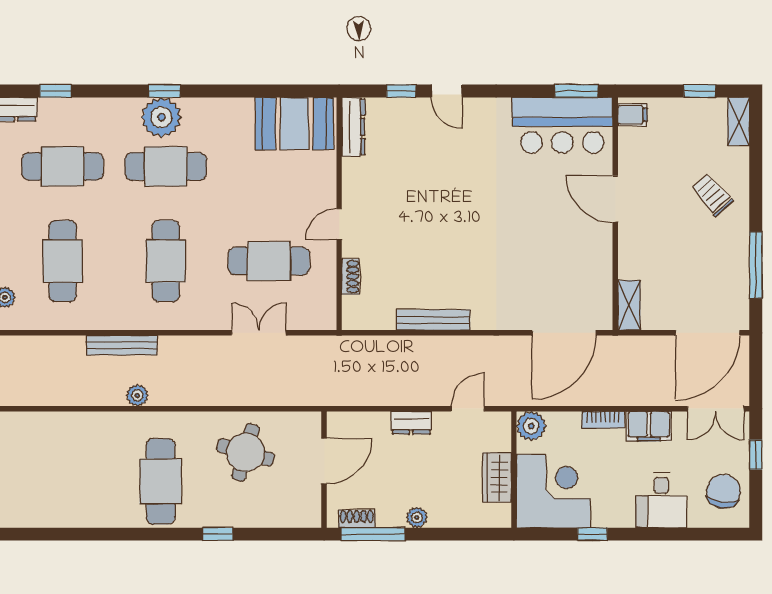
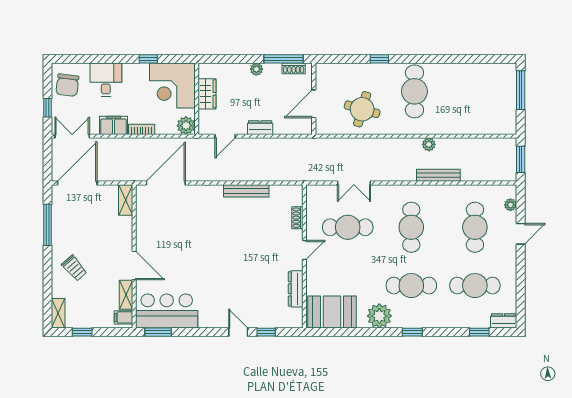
plant: (161, 117) -> (379, 316), moved
dresser: (353, 127) -> (296, 289), moved
shelving: (628, 152) -> (126, 295), added

